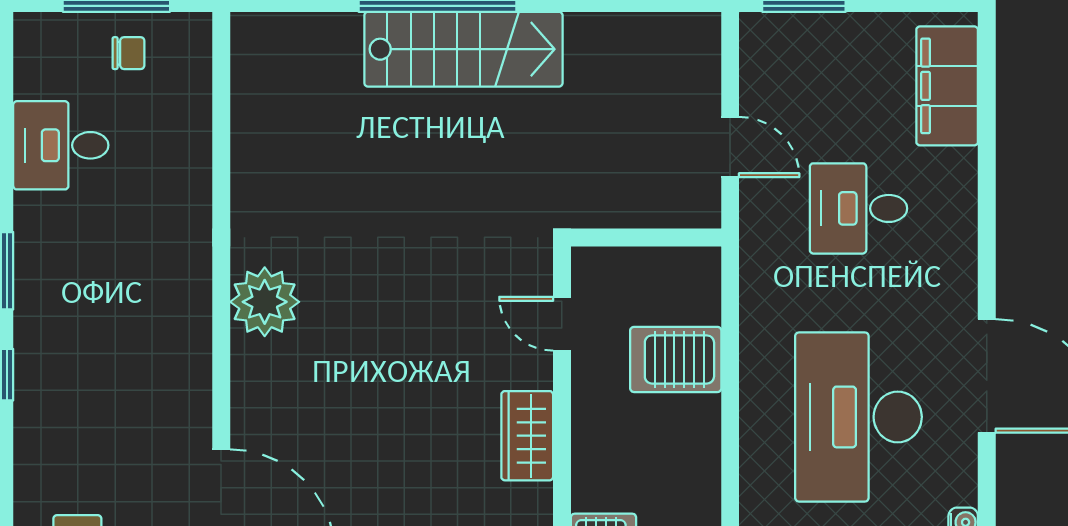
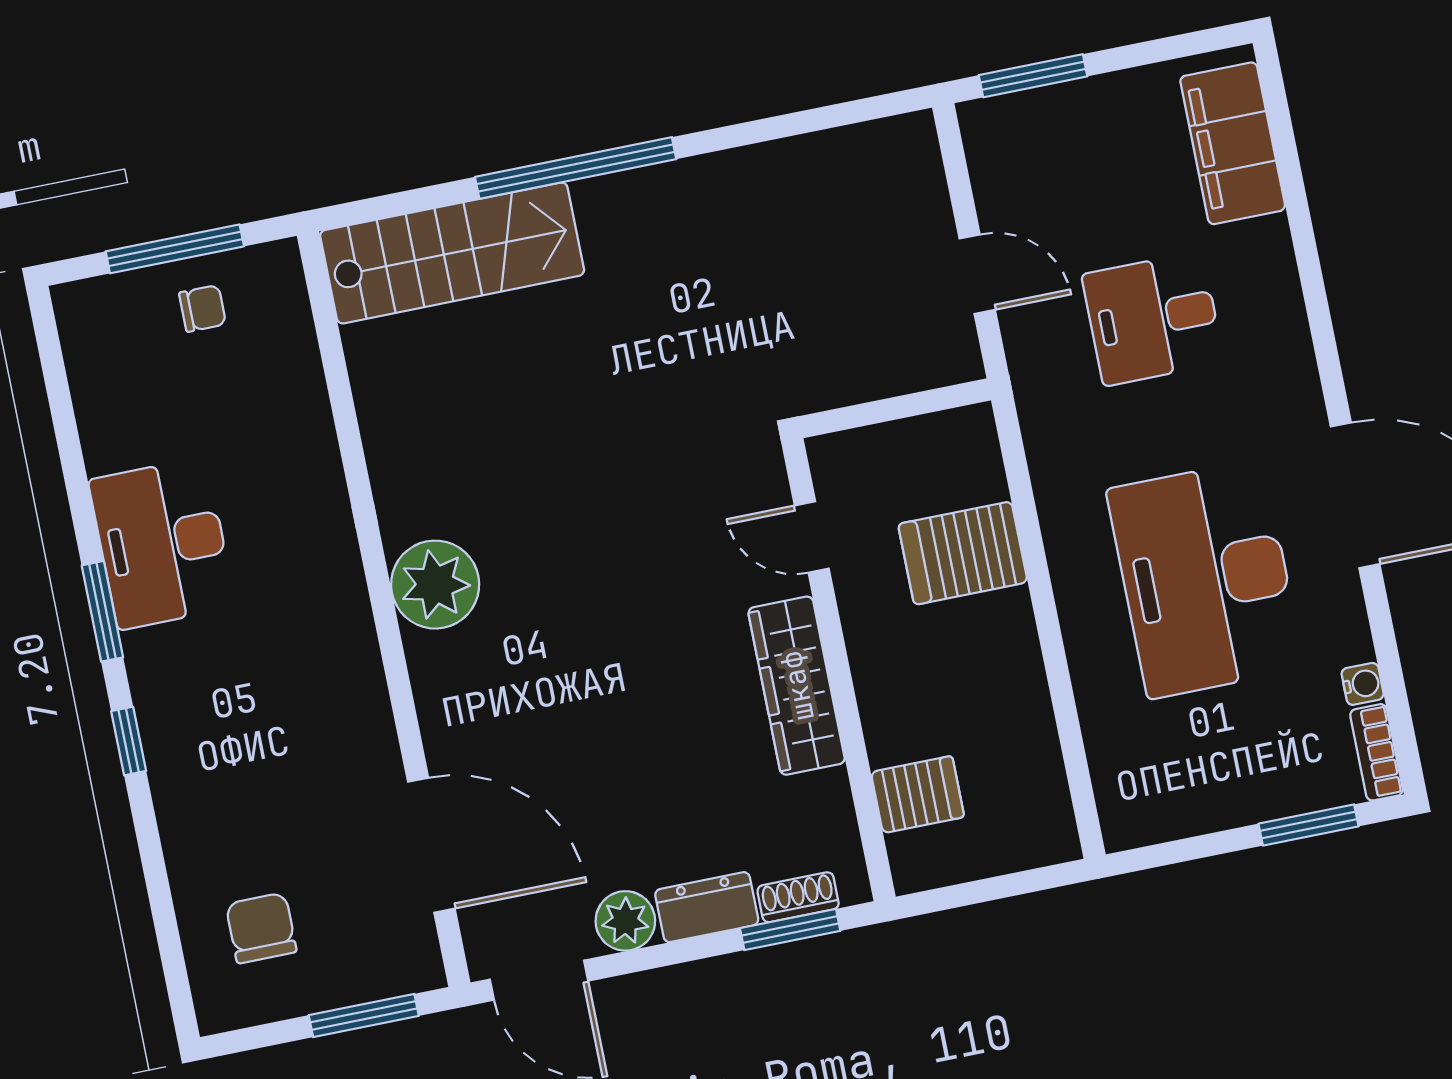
stairs: (463, 49) -> (452, 253), moved
desk: (61, 145) -> (162, 543), moved, width x1.37
wardrobe: (527, 436) -> (797, 686), width x1.50

